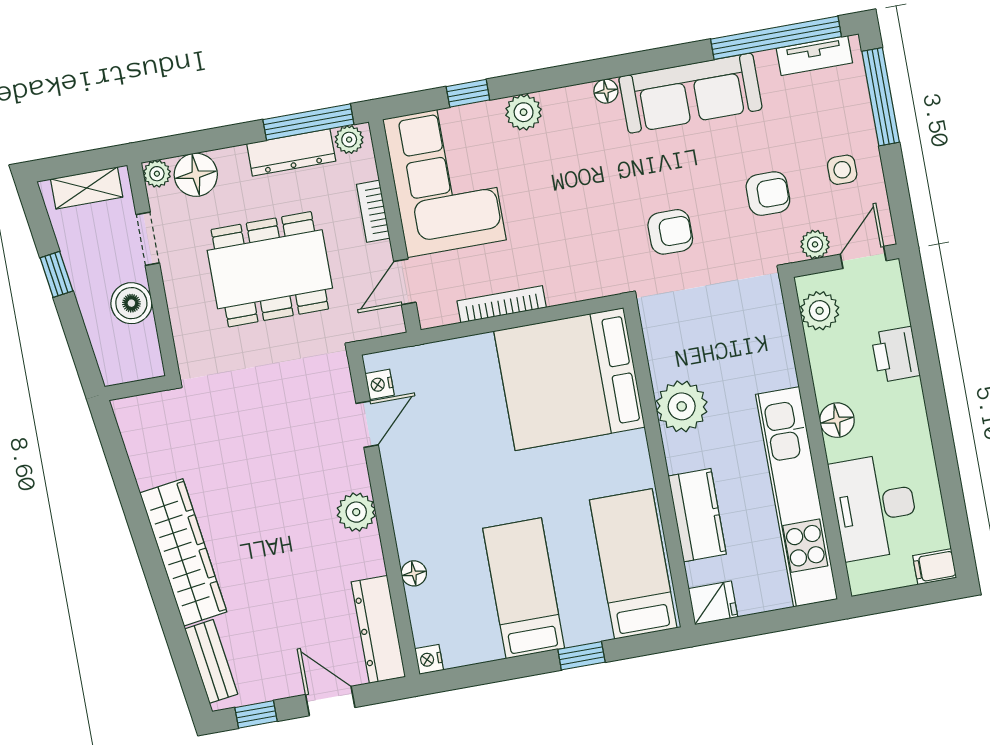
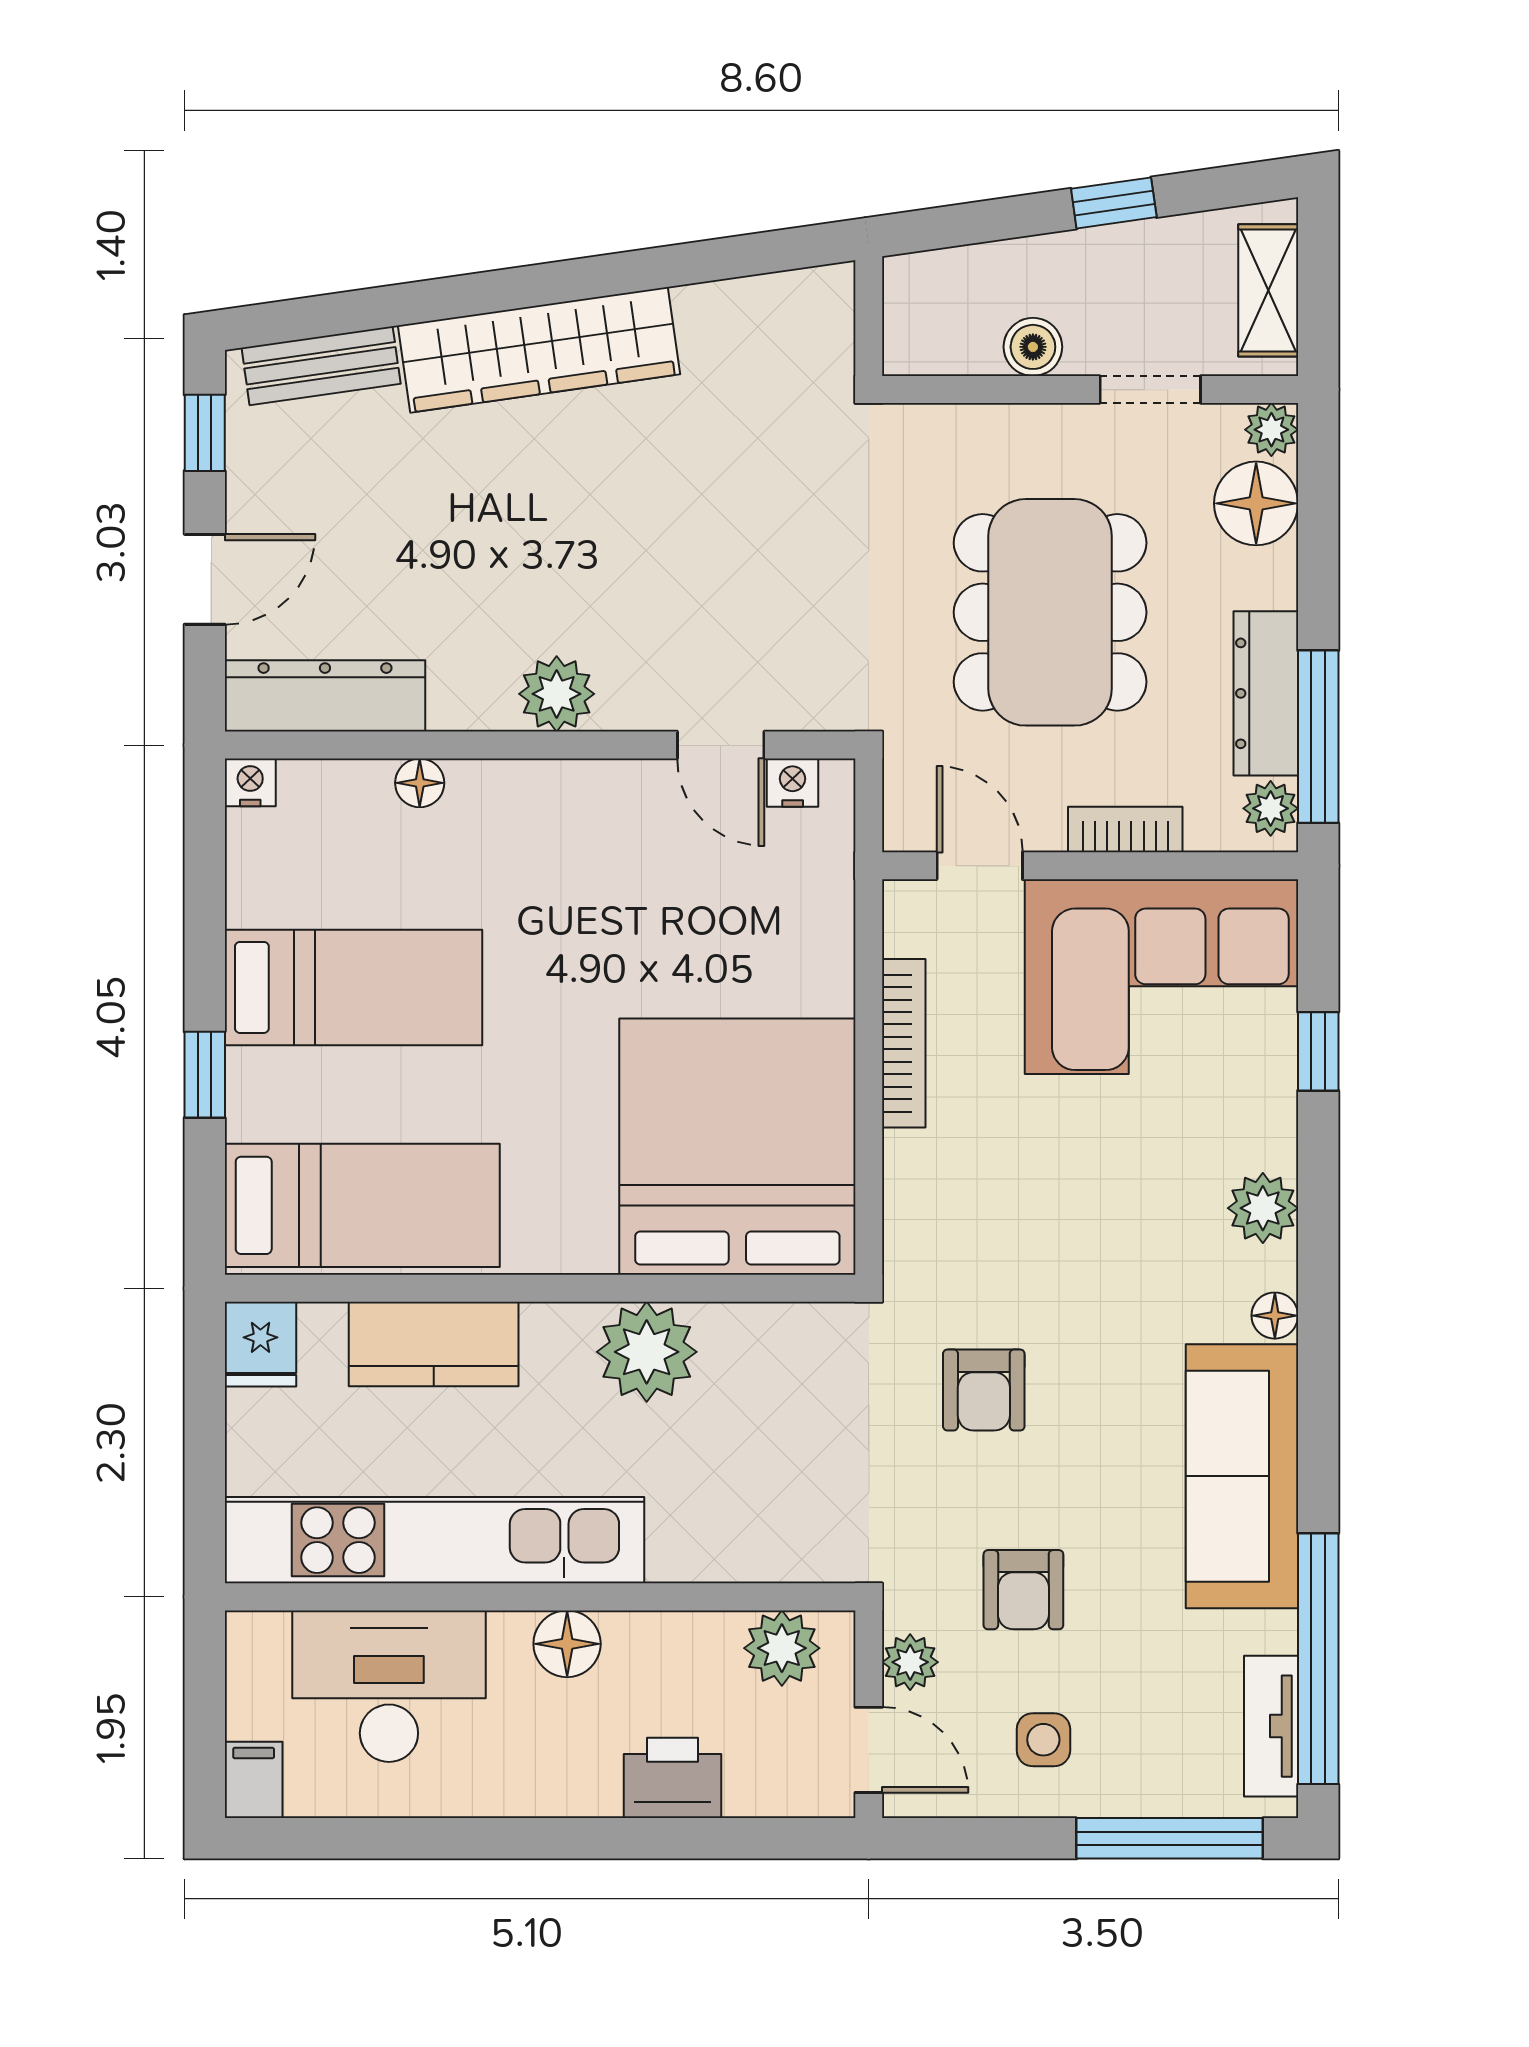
plant: (524, 112) -> (1263, 1208), moved
boiler: (131, 303) -> (1033, 347), width x0.73, depth x0.73

